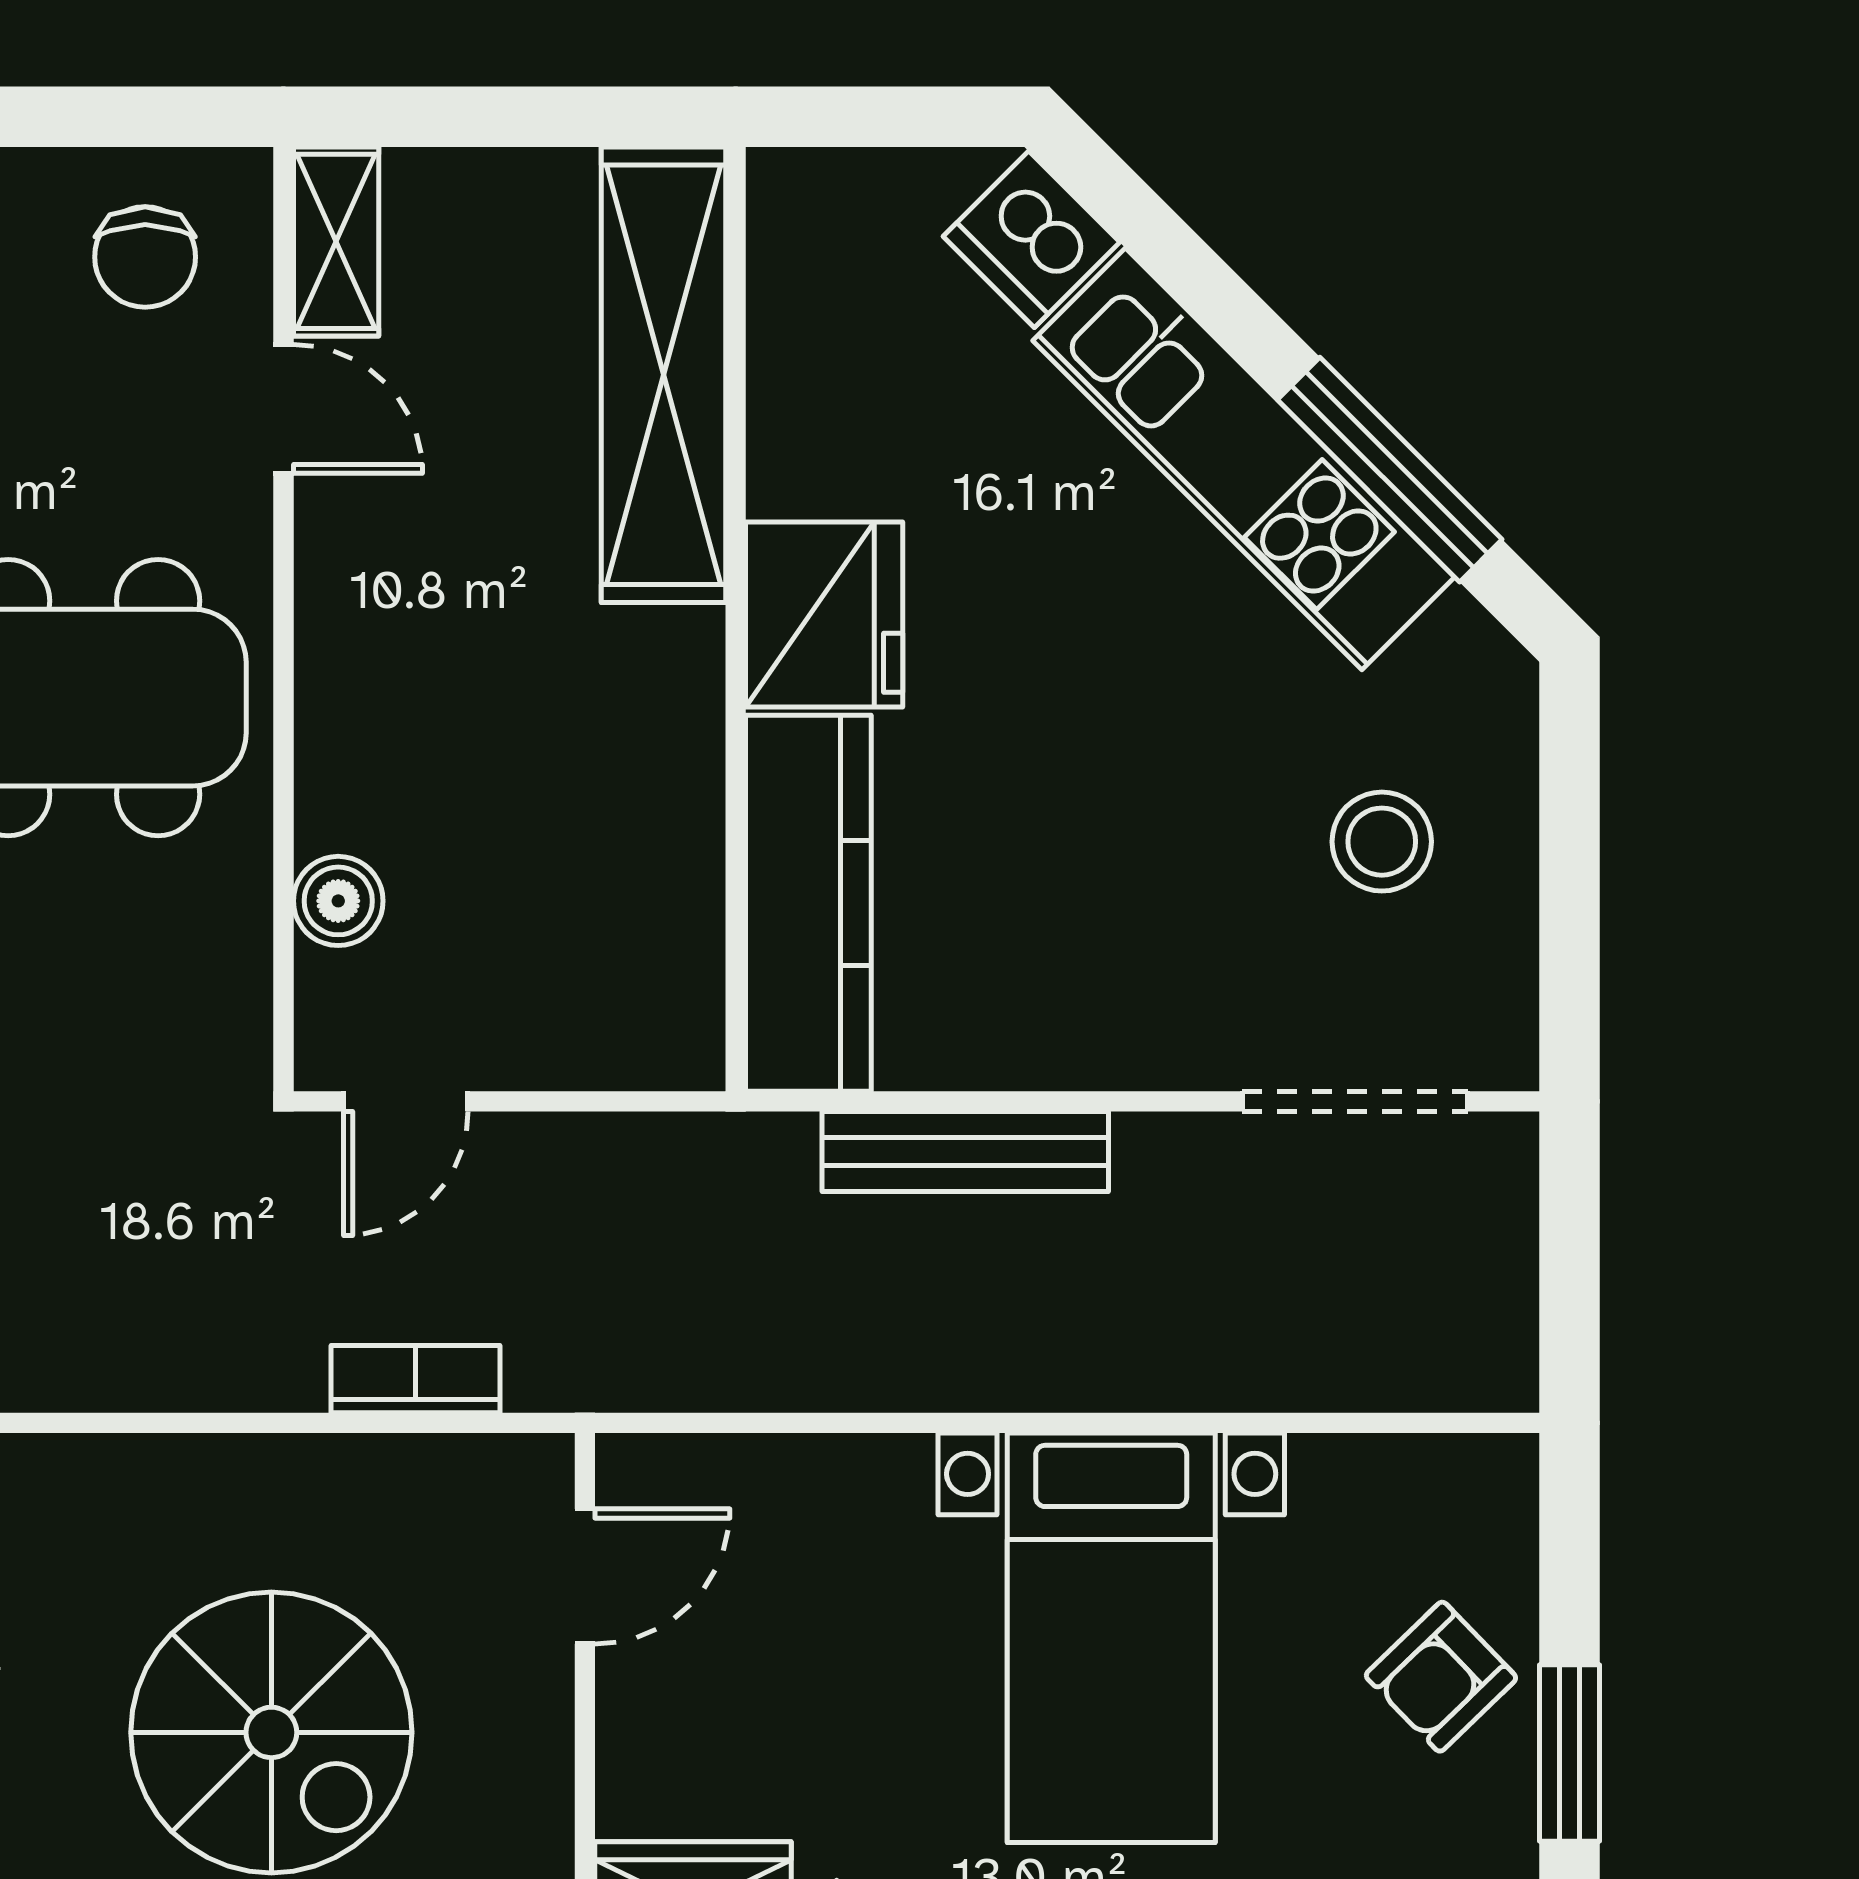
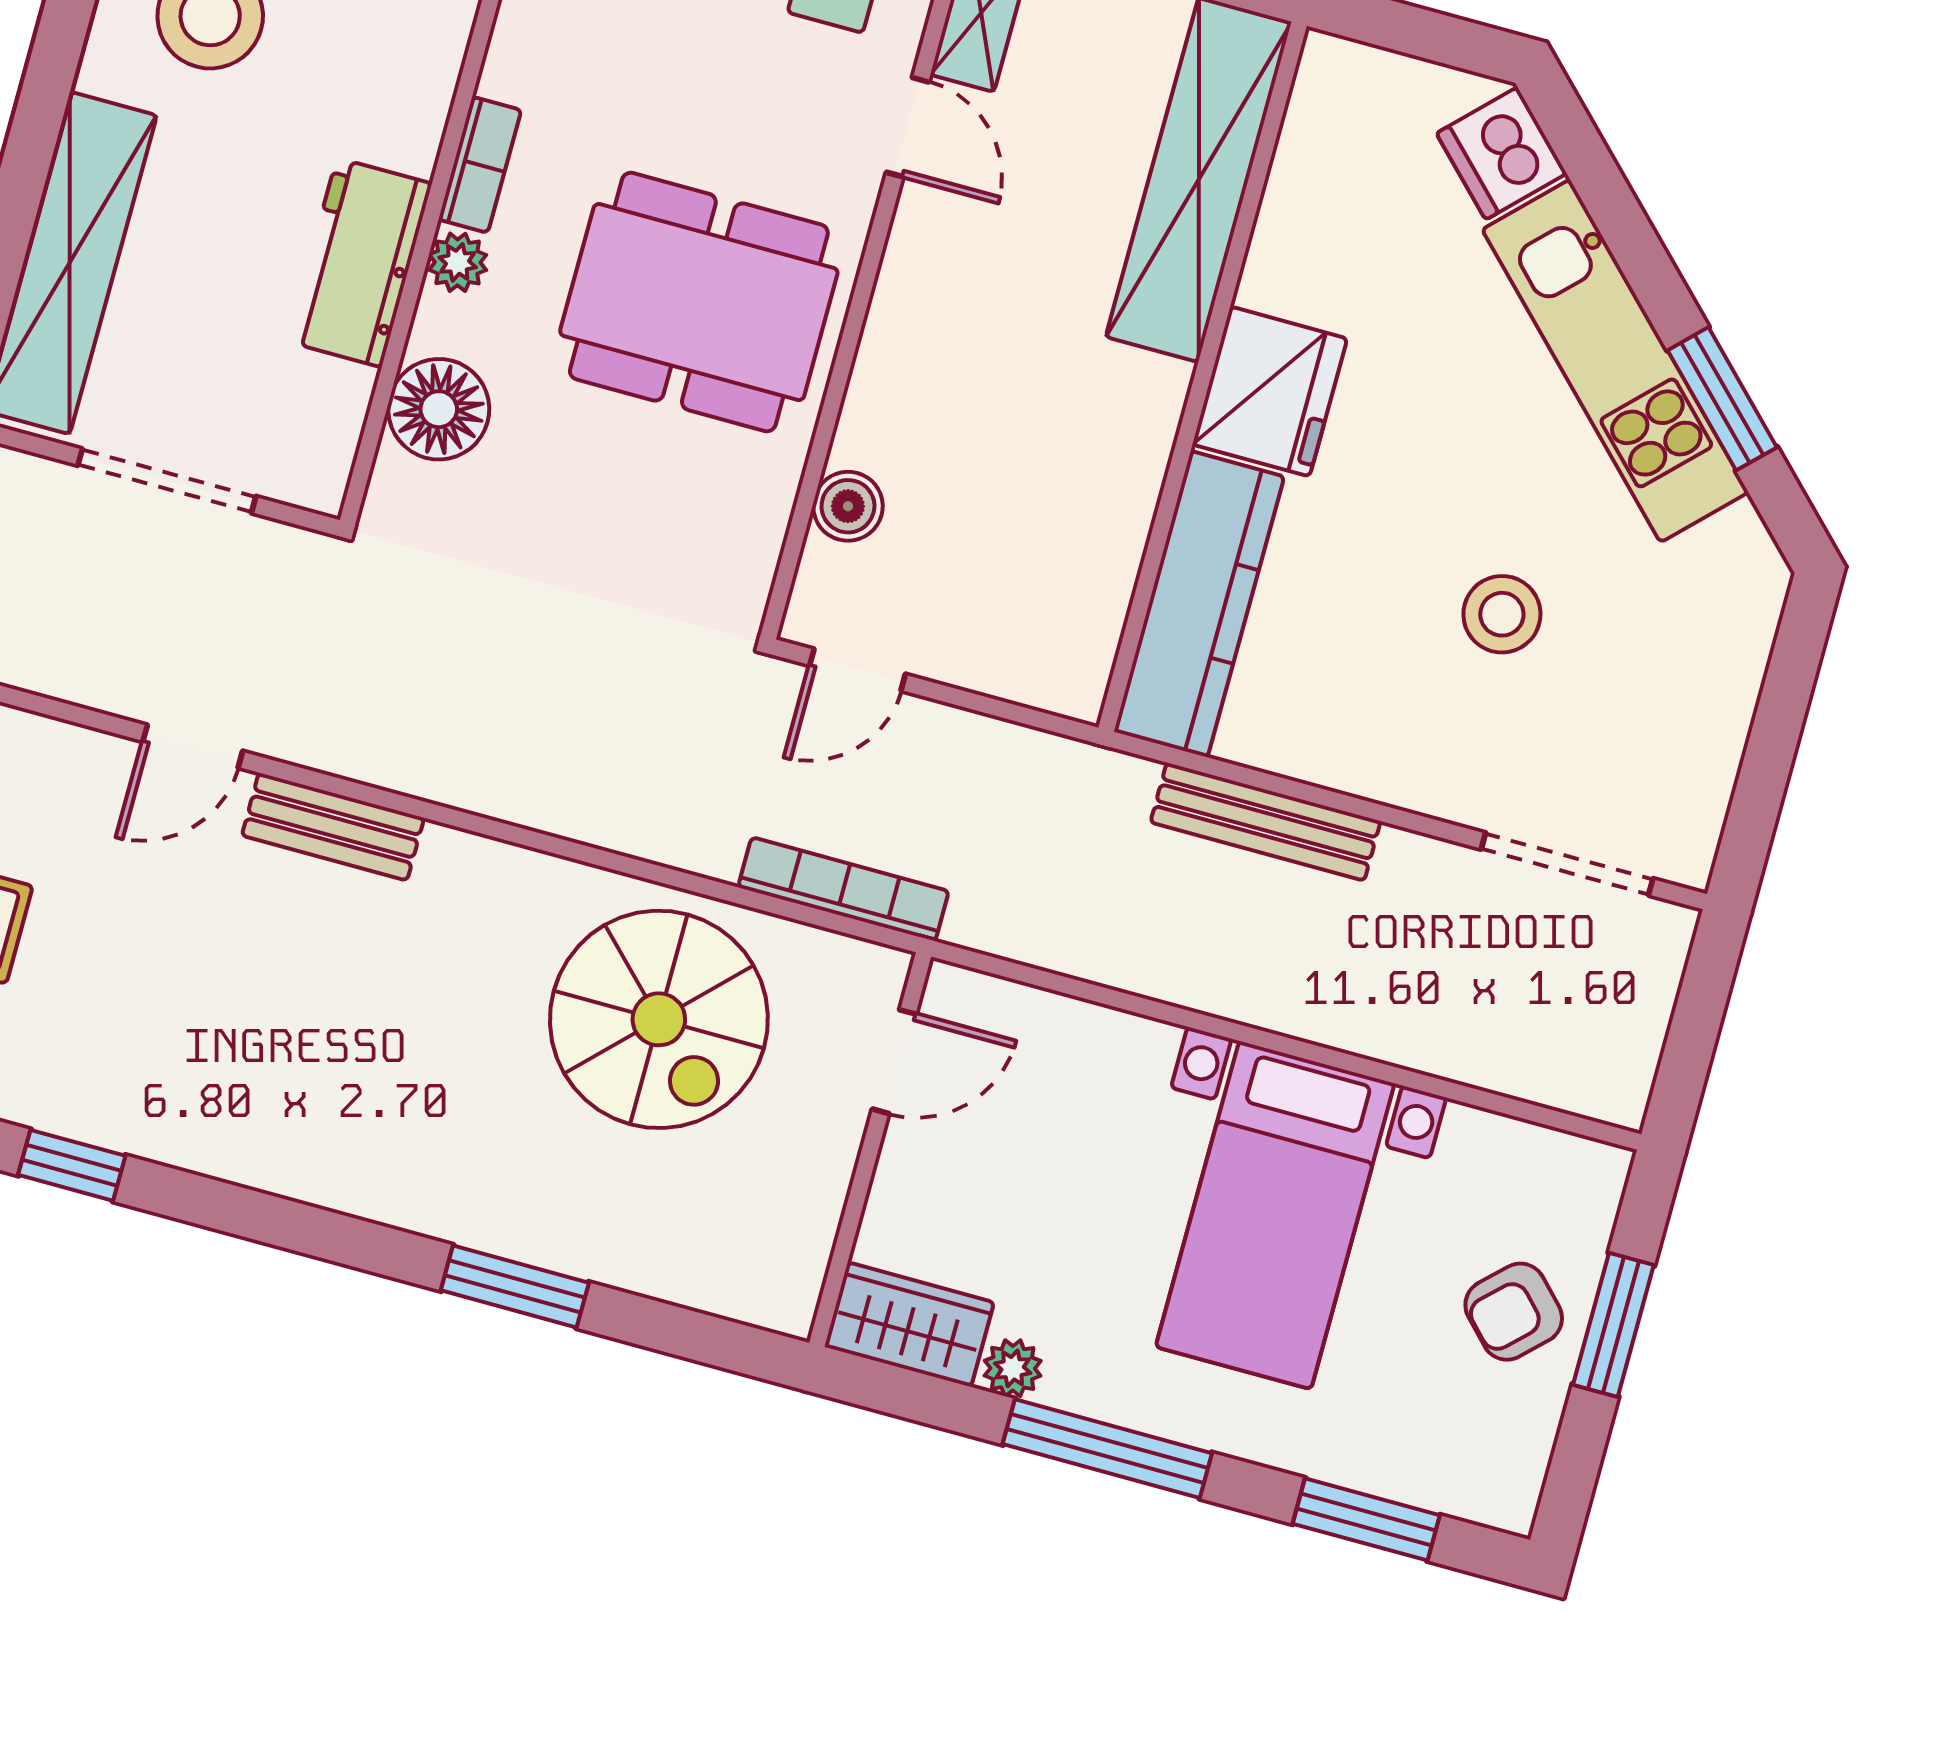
window: (1390, 470) -> (1722, 399), width x0.69
stool: (1382, 842) -> (1502, 614), moved
bookcase: (415, 1379) -> (843, 889), width x1.56
spiral stairs: (271, 1732) -> (659, 1019), moved
window: (1570, 1753) -> (1613, 1325), moved

